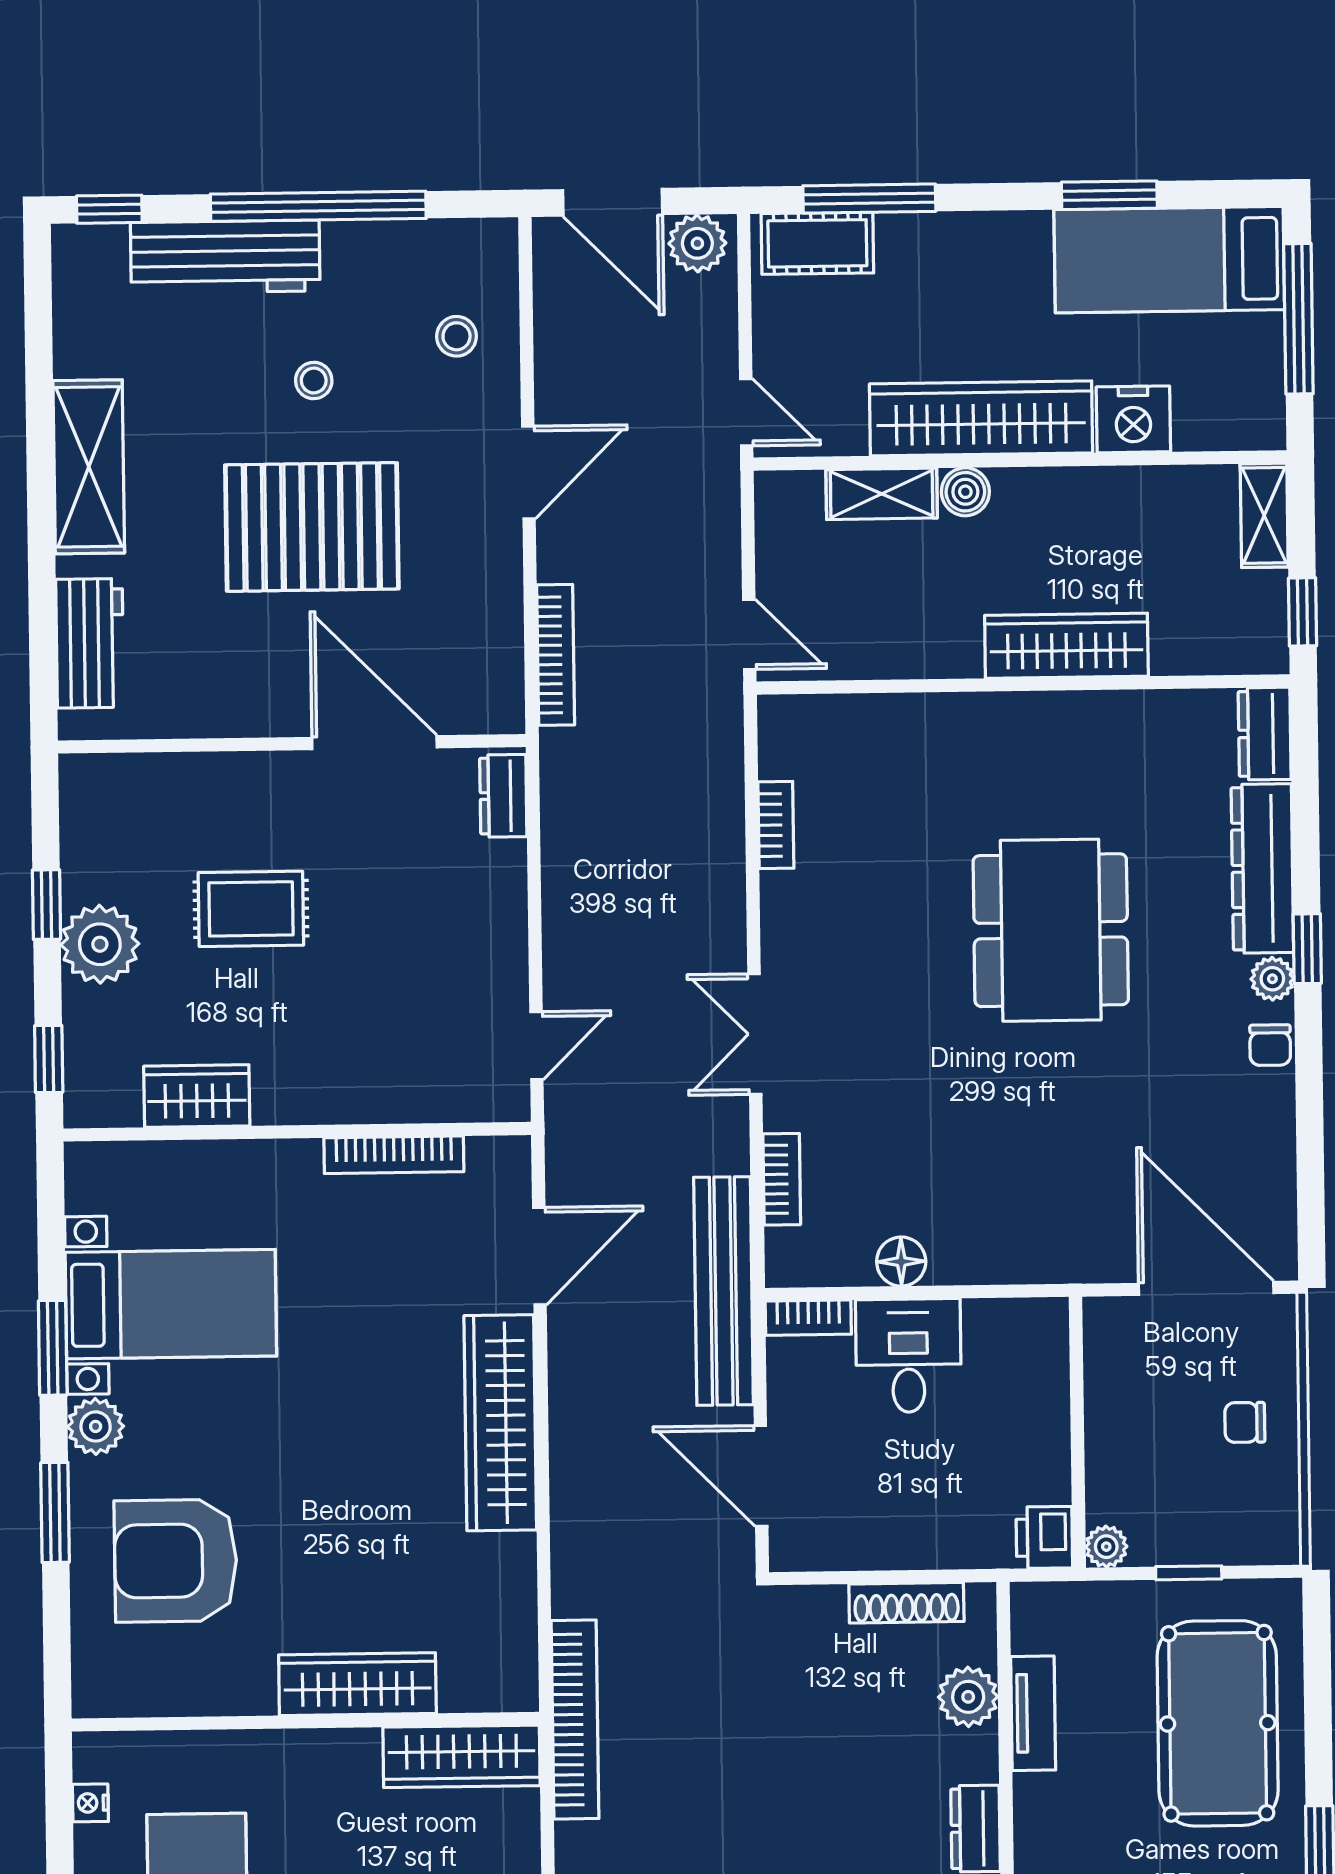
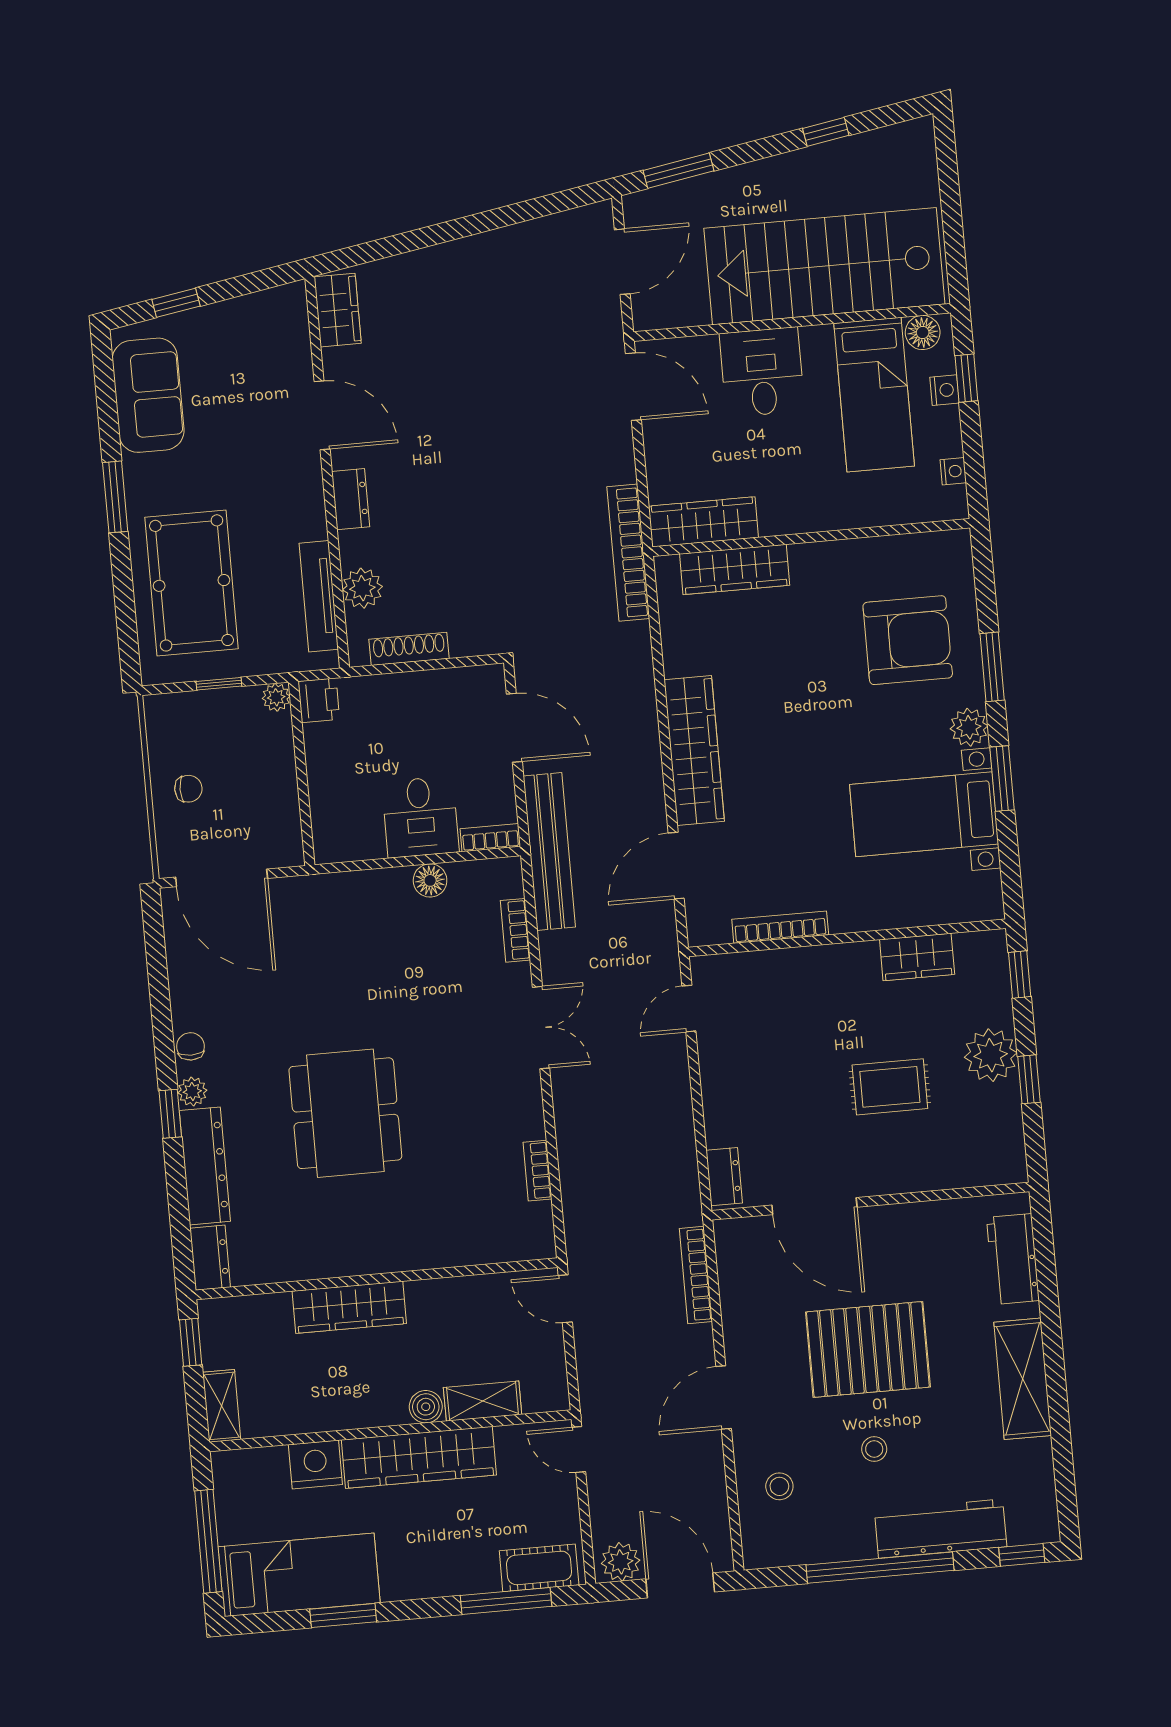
wardrobe: (357, 1684) -> (735, 569), moved
tv unit: (1033, 1713) -> (319, 596), width x1.41

